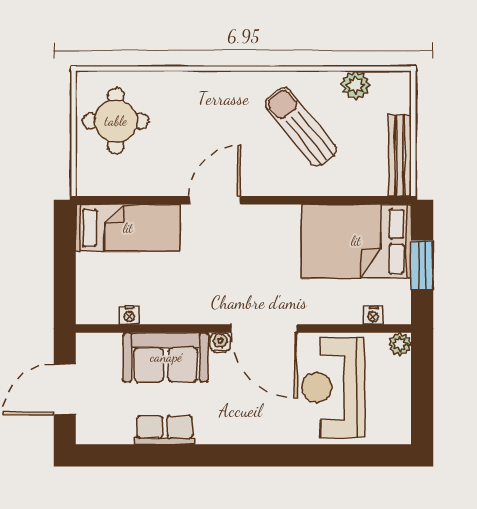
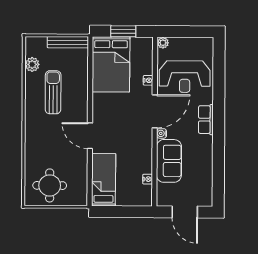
sun lounger: (301, 127) -> (53, 92), turned 129
nightstand: (373, 315) -> (148, 80), moved
row of seats: (165, 430) -> (206, 120), moved

